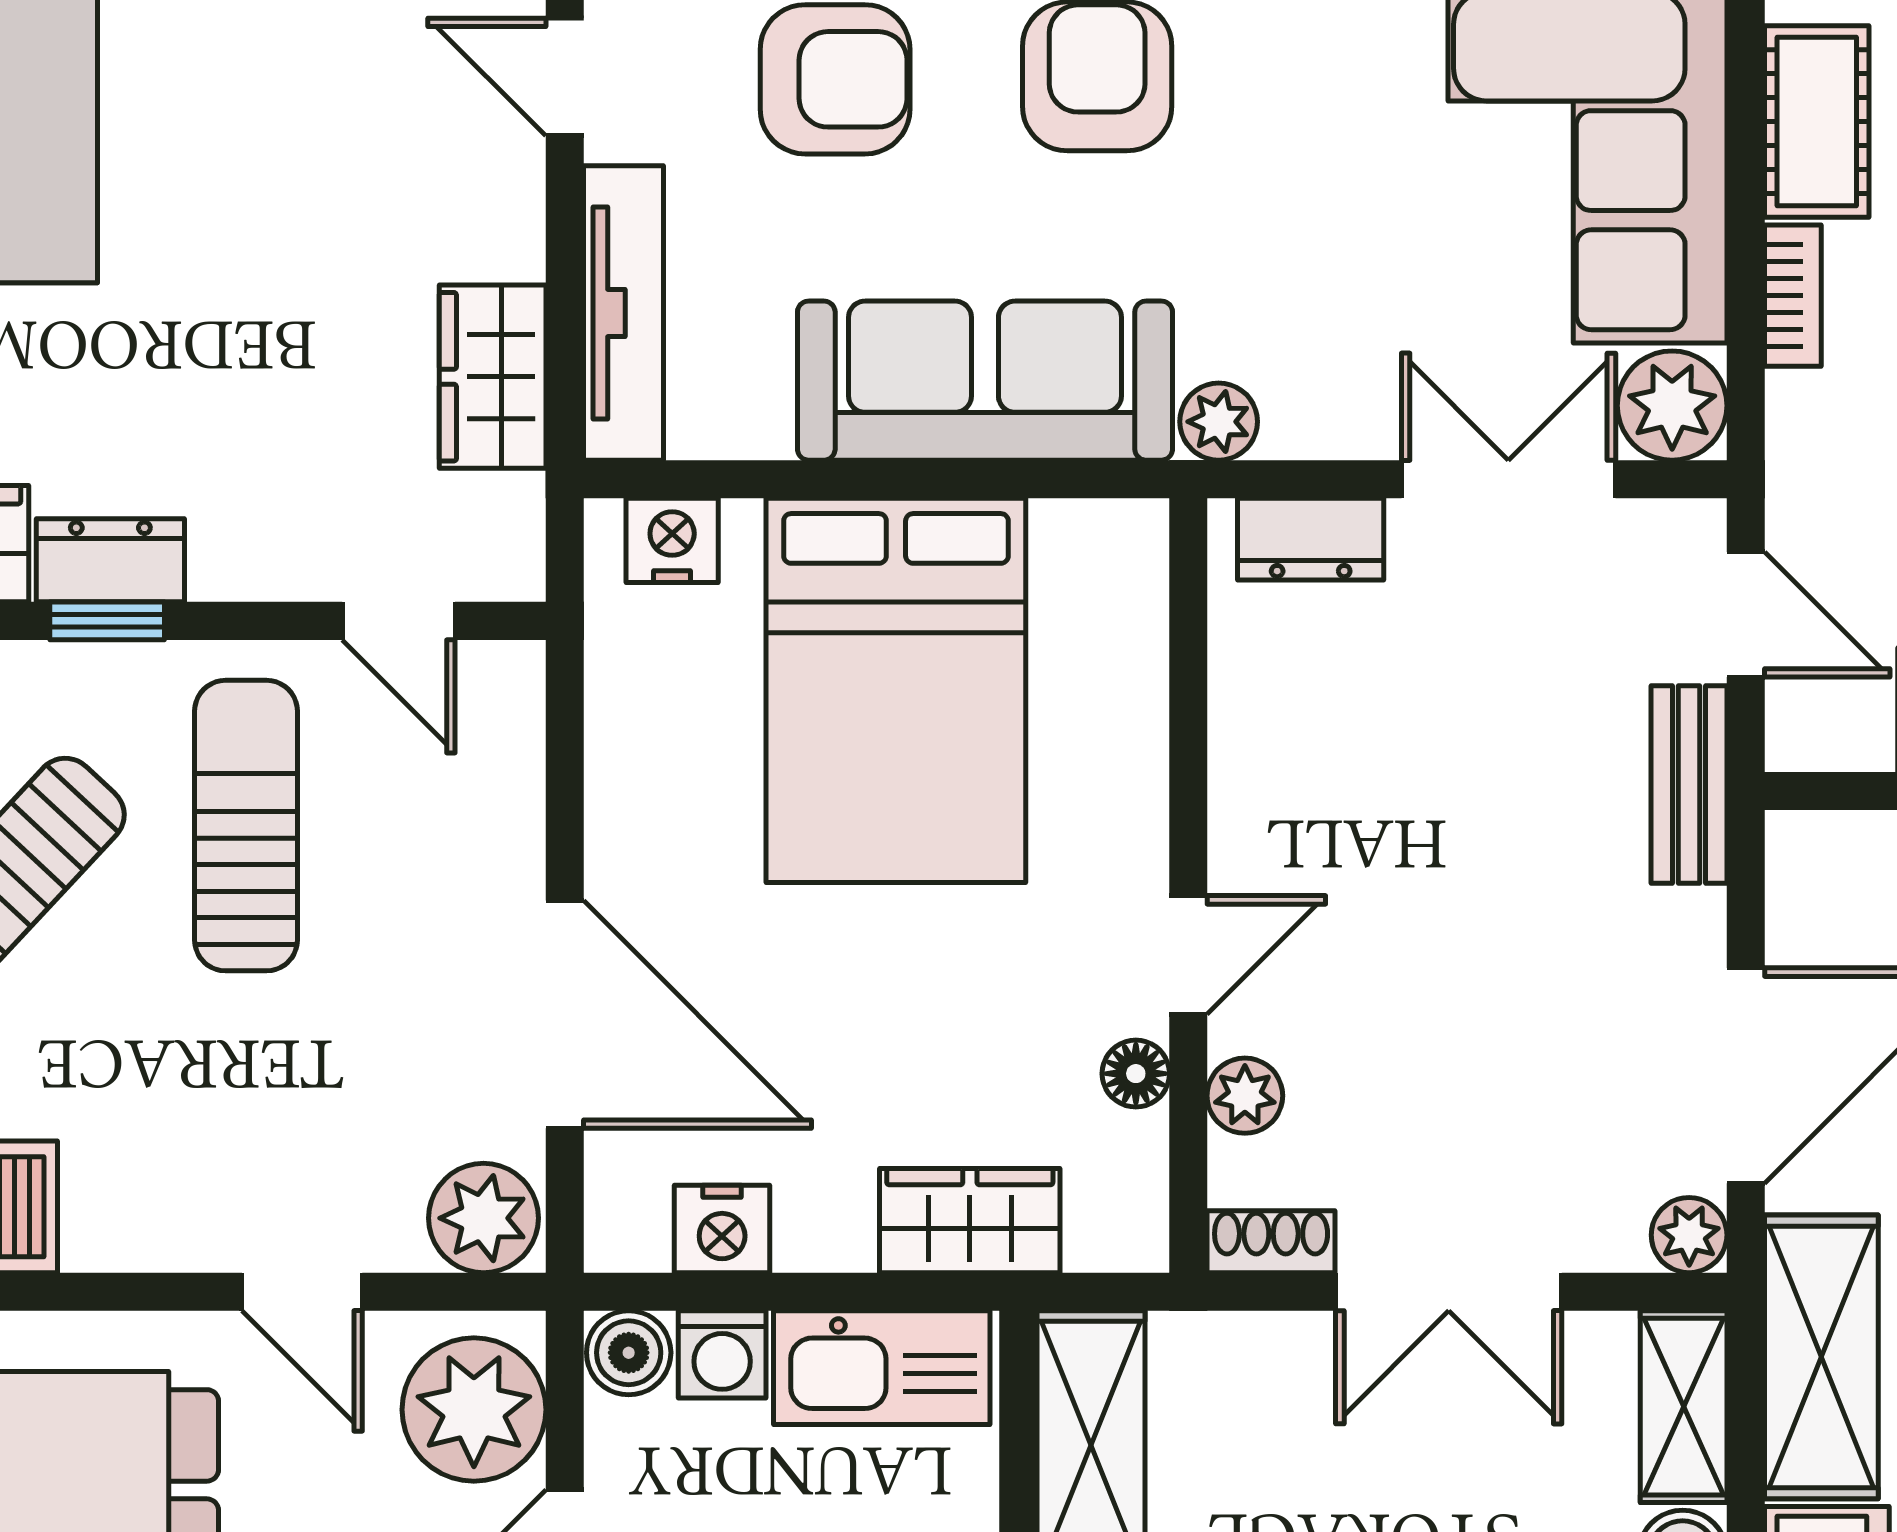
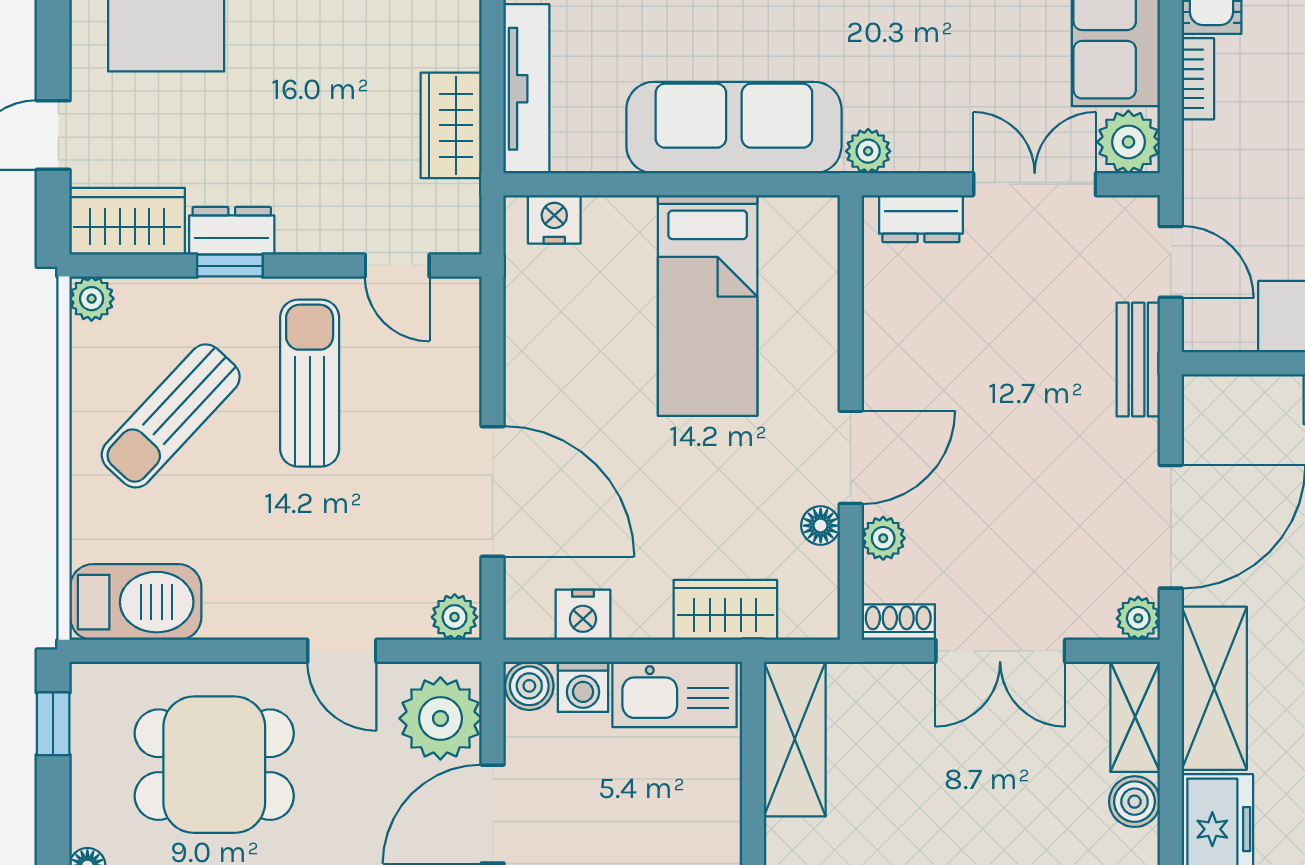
bed: (896, 690) -> (708, 305), width x0.67
door: (1188, 955) -> (851, 457), width x1.38
plant: (484, 1218) -> (455, 617), width x0.73, depth x0.73

